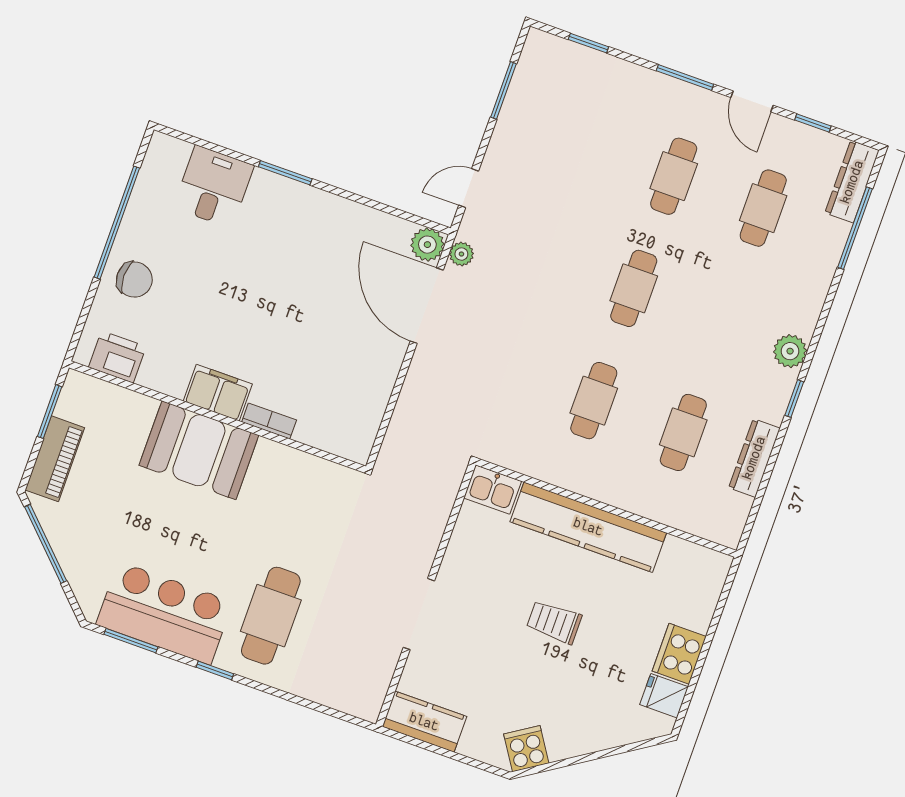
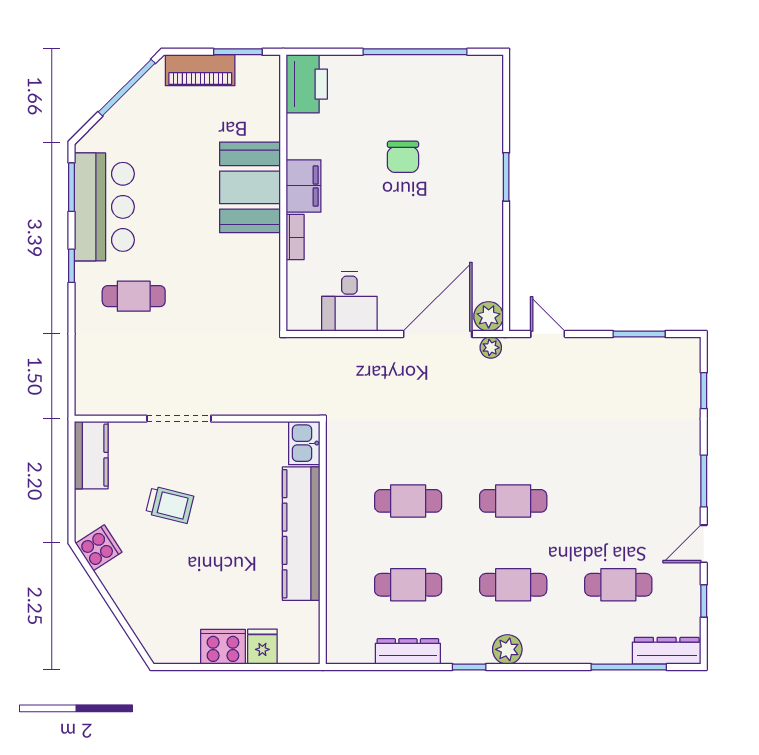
cafe table: (674, 176) -> (513, 585), moved
desk: (214, 187) -> (349, 301), moved, turned 90
chair: (134, 280) -> (403, 157), moved
printer: (117, 357) -> (307, 84), width x1.37, depth x1.19
cafe table: (271, 616) -> (134, 296), width x0.73, depth x0.74
trolley: (554, 622) -> (170, 505), moved, turned 104
fridge: (664, 696) -> (262, 647), moved

